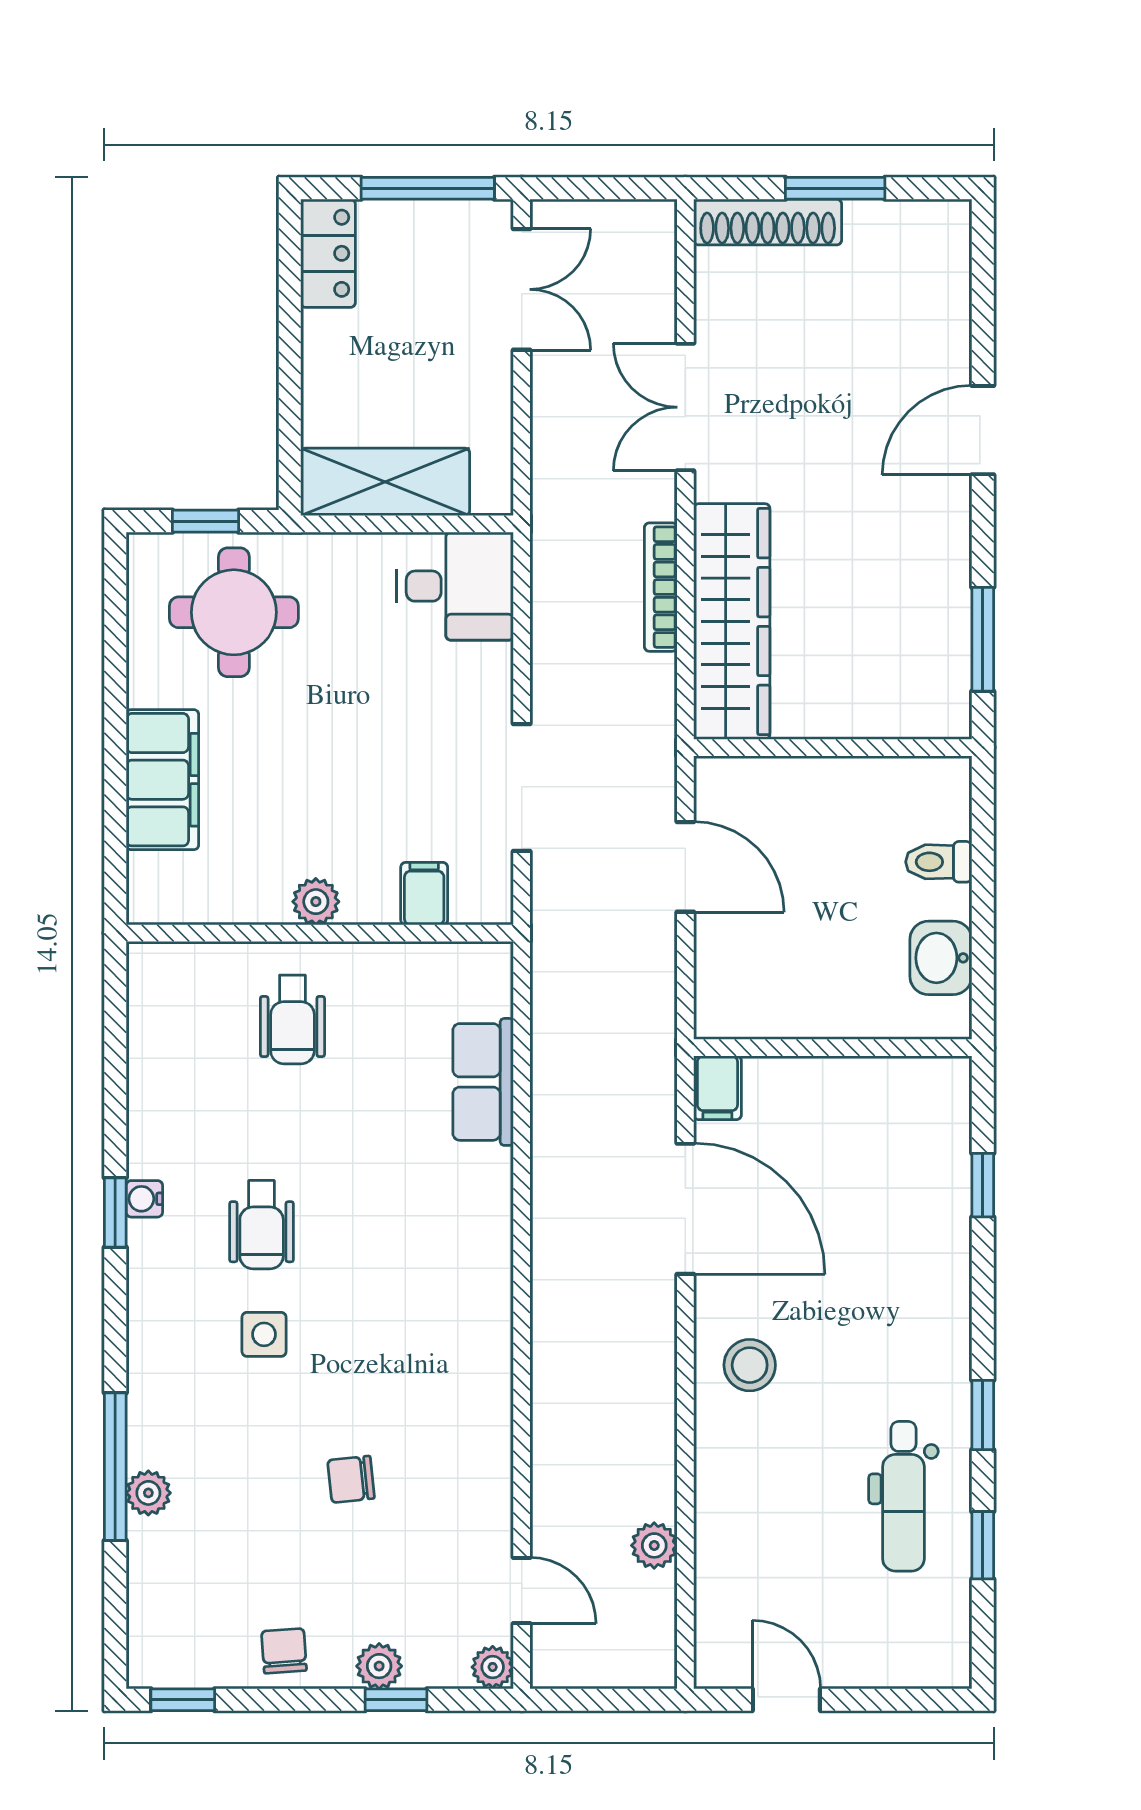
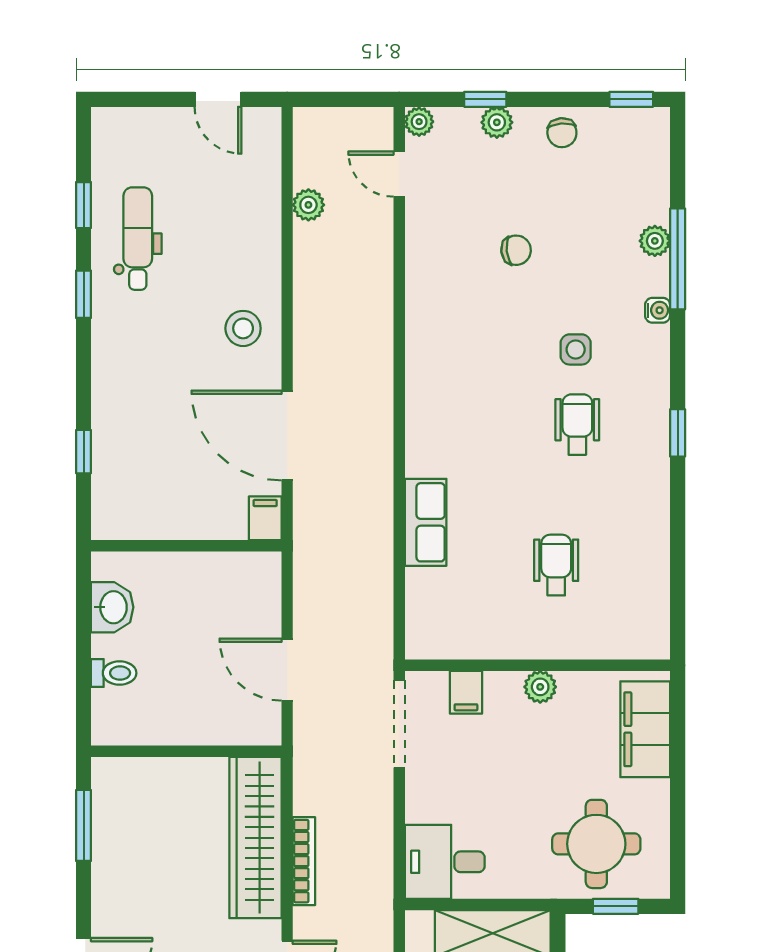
filing cabinet: (424, 894) -> (466, 692), moved
plant: (316, 902) -> (540, 687), moved
wall: (320, 933) -> (537, 665), moved
water cooler: (144, 1199) -> (658, 310), moved

